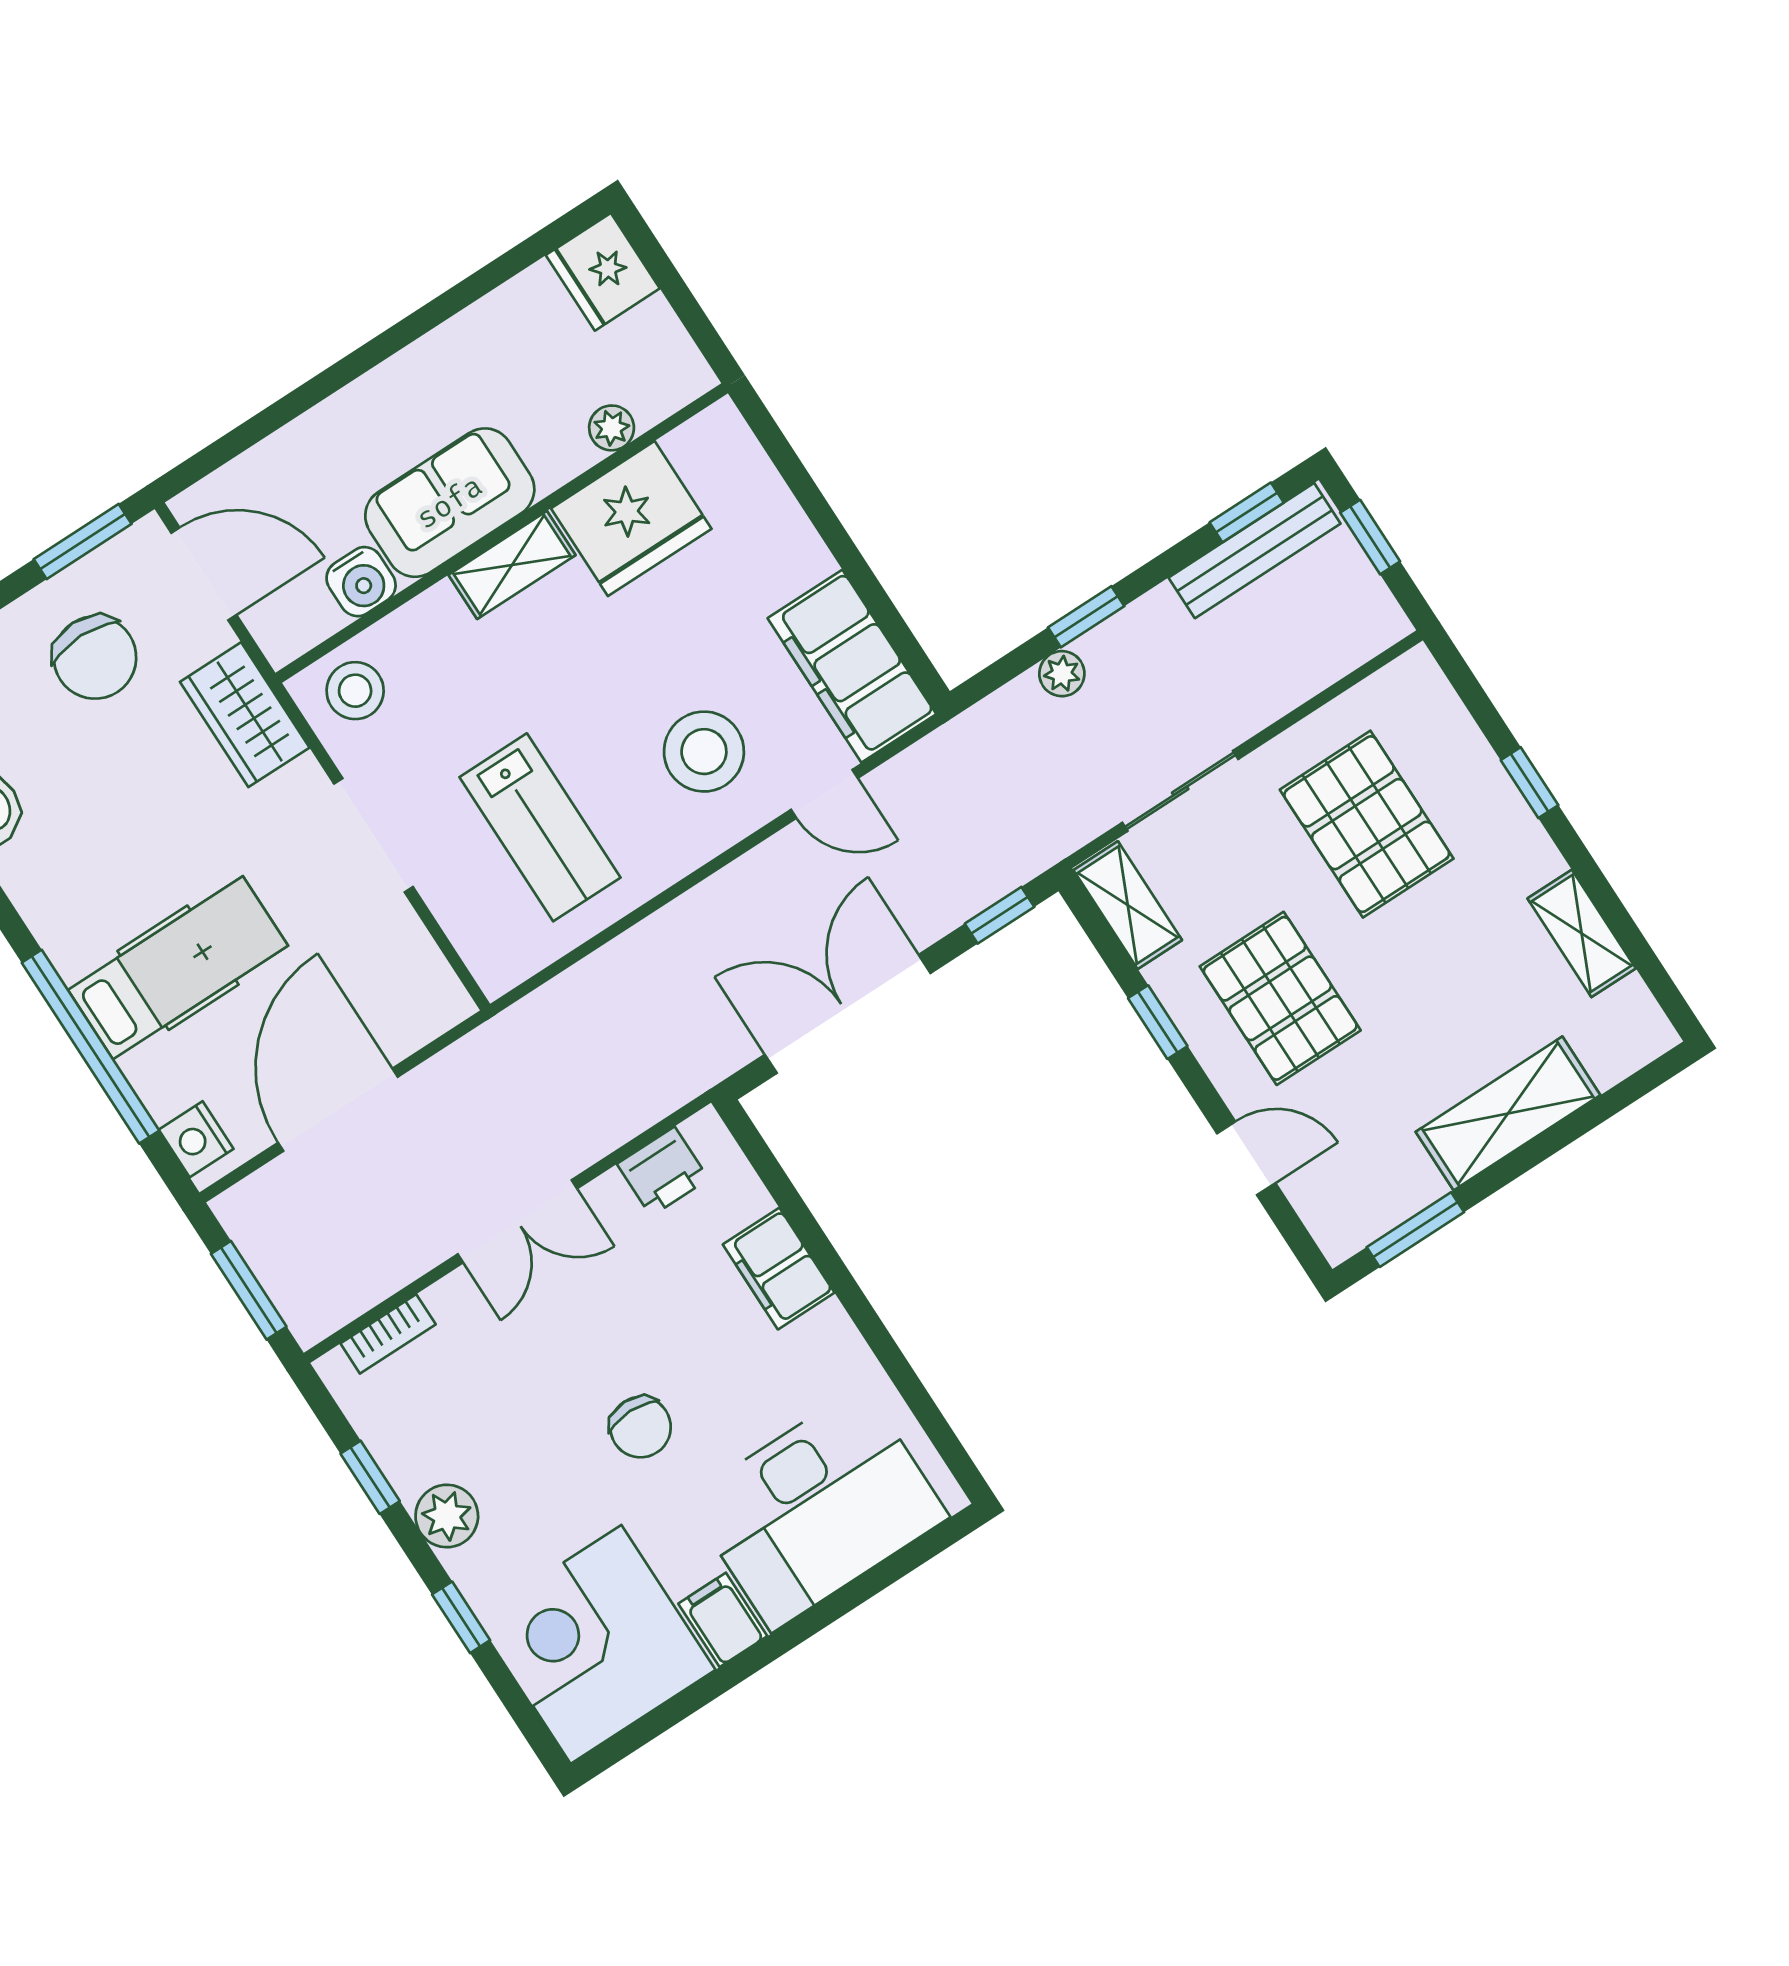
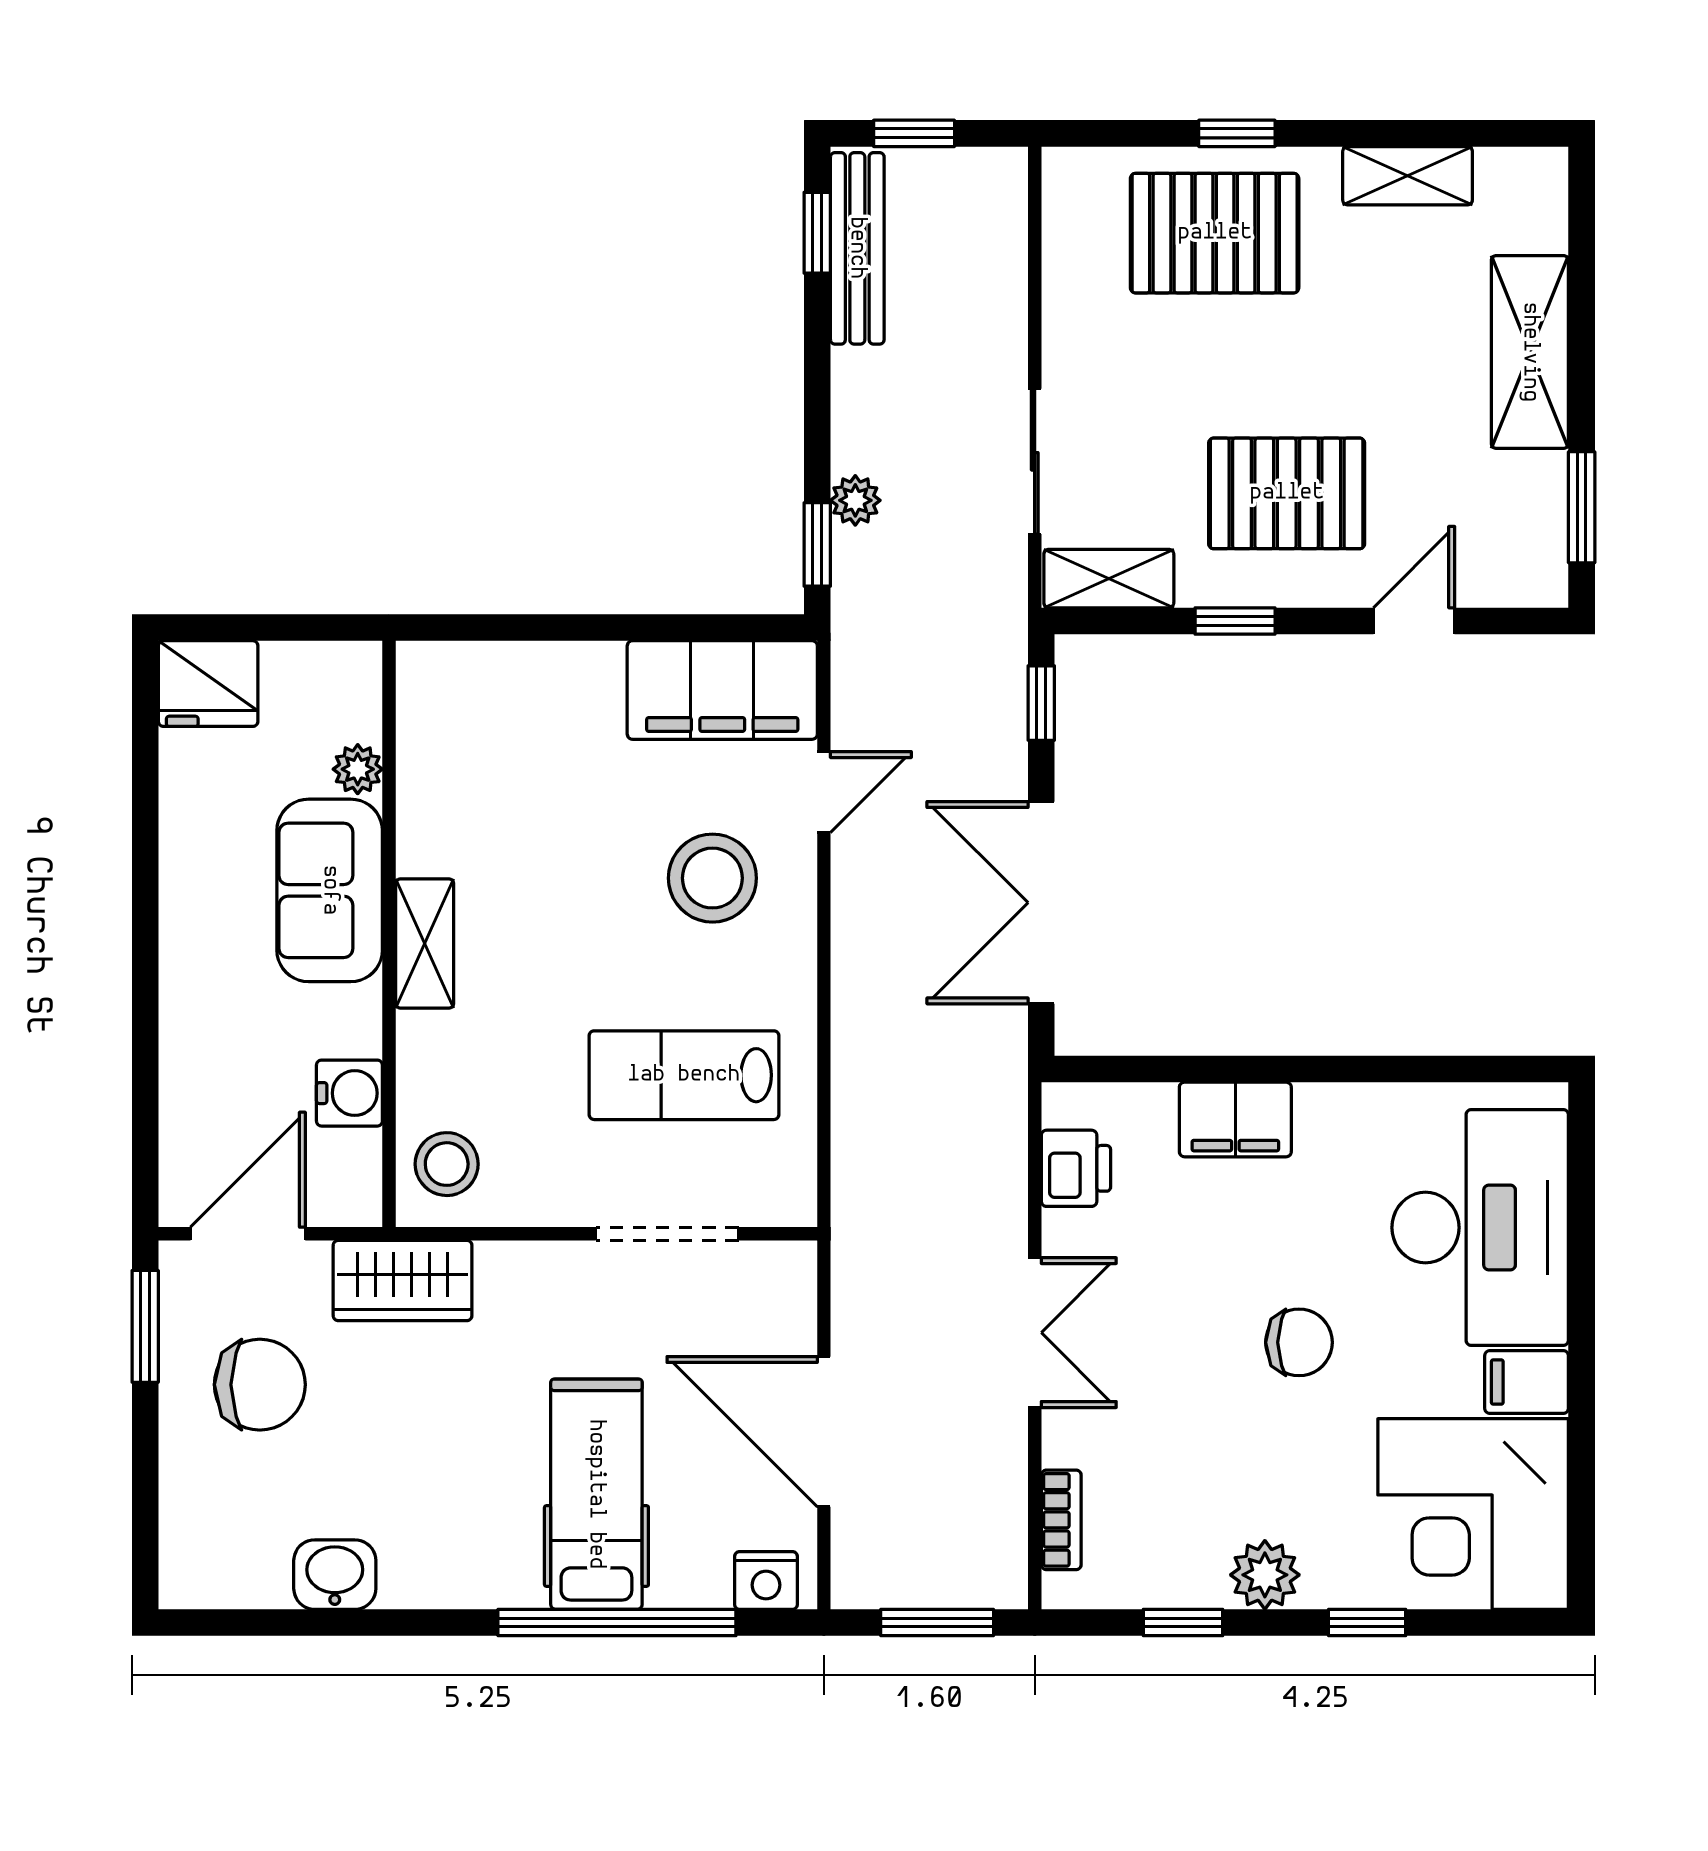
sofa: (450, 503) -> (330, 890), moved
fridge: (631, 519) -> (453, 805), removed
window: (1086, 617) -> (817, 544), moved
pallet: (1367, 824) -> (1215, 233), moved
lab bench: (540, 827) -> (684, 1075), turned 180
doorway: (374, 835) -> (667, 1234), moved

